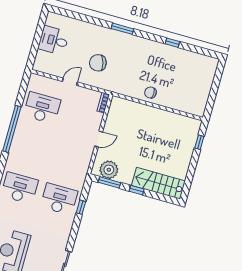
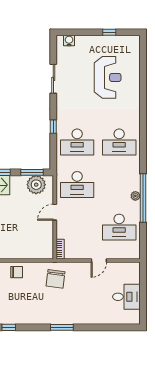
chair: (98, 63) -> (55, 279), moved, turned 112
plant: (18, 133) -> (135, 196), added
desk: (70, 159) -> (77, 185), added
window: (81, 207) -> (53, 127), moved

